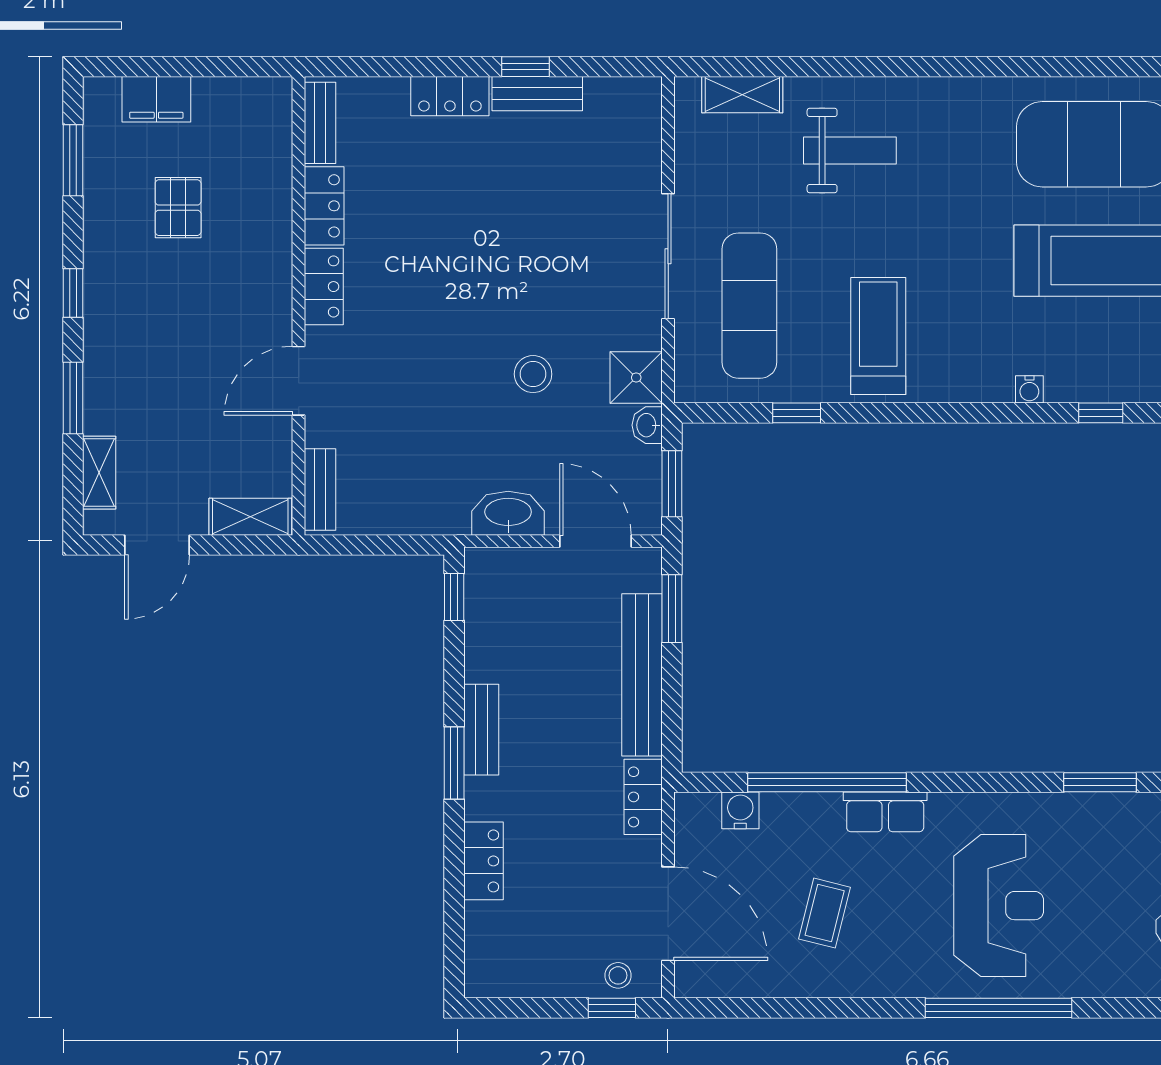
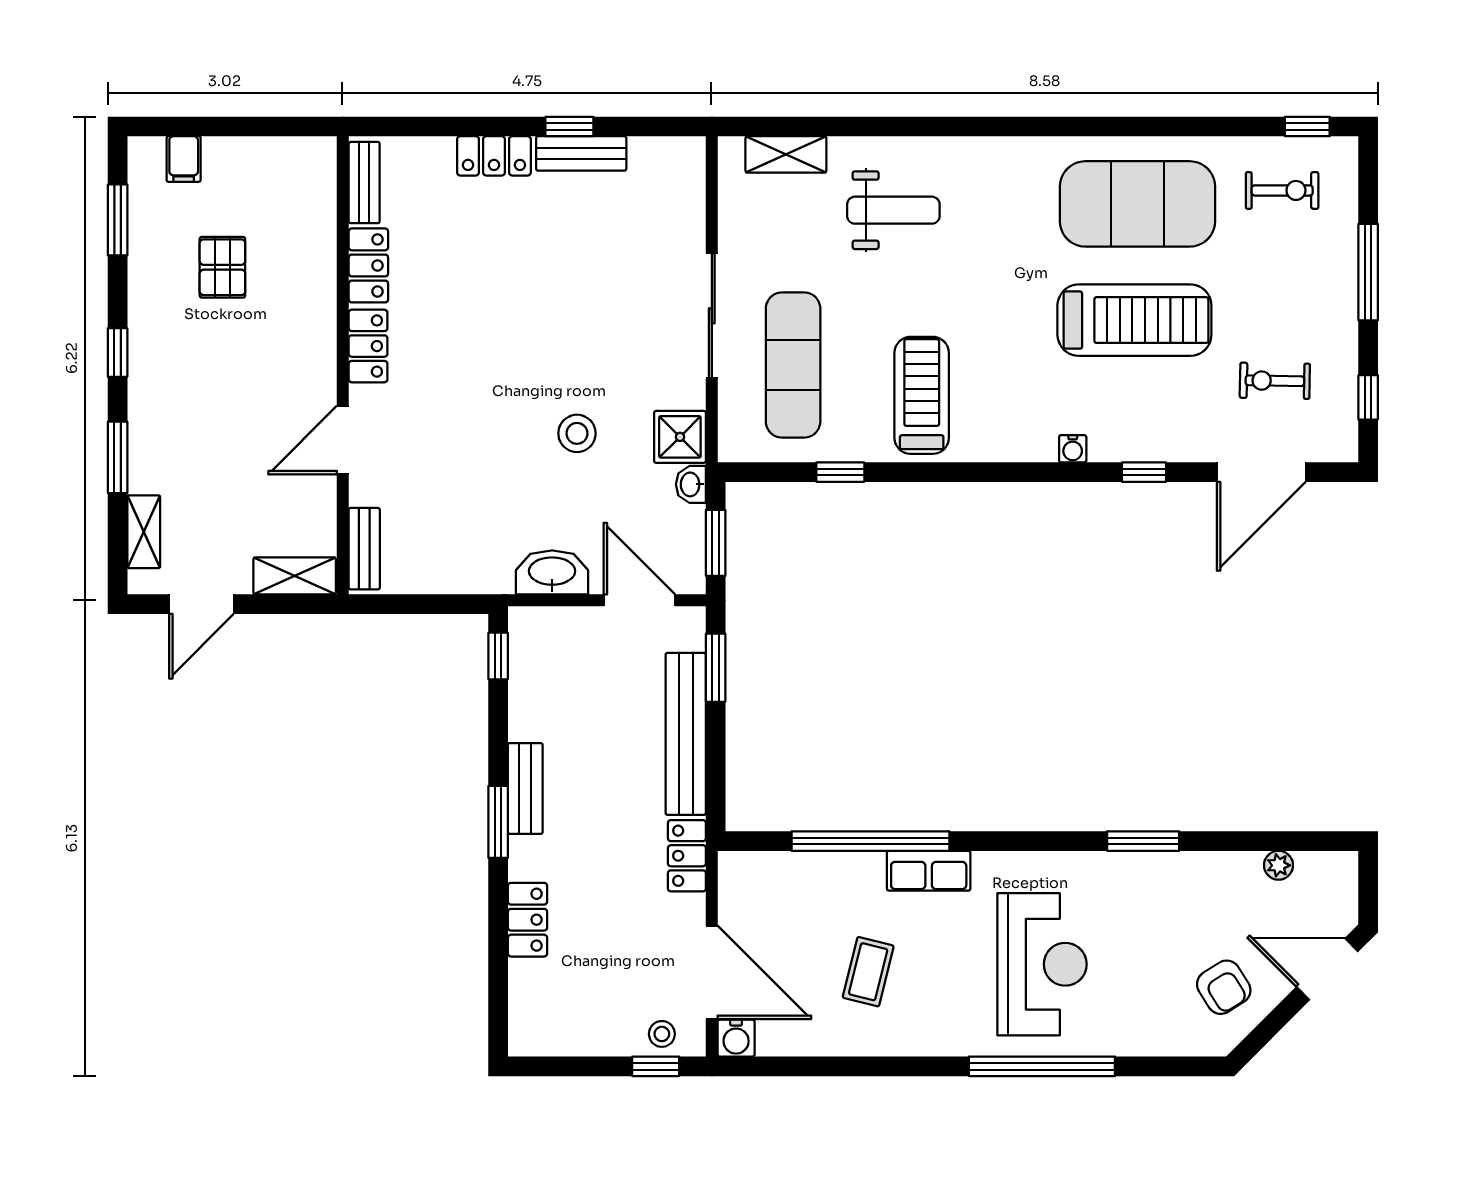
filing cabinet: (156, 99) -> (184, 159), width x0.50
water cooler: (740, 810) -> (736, 1038), moved, turned 180

